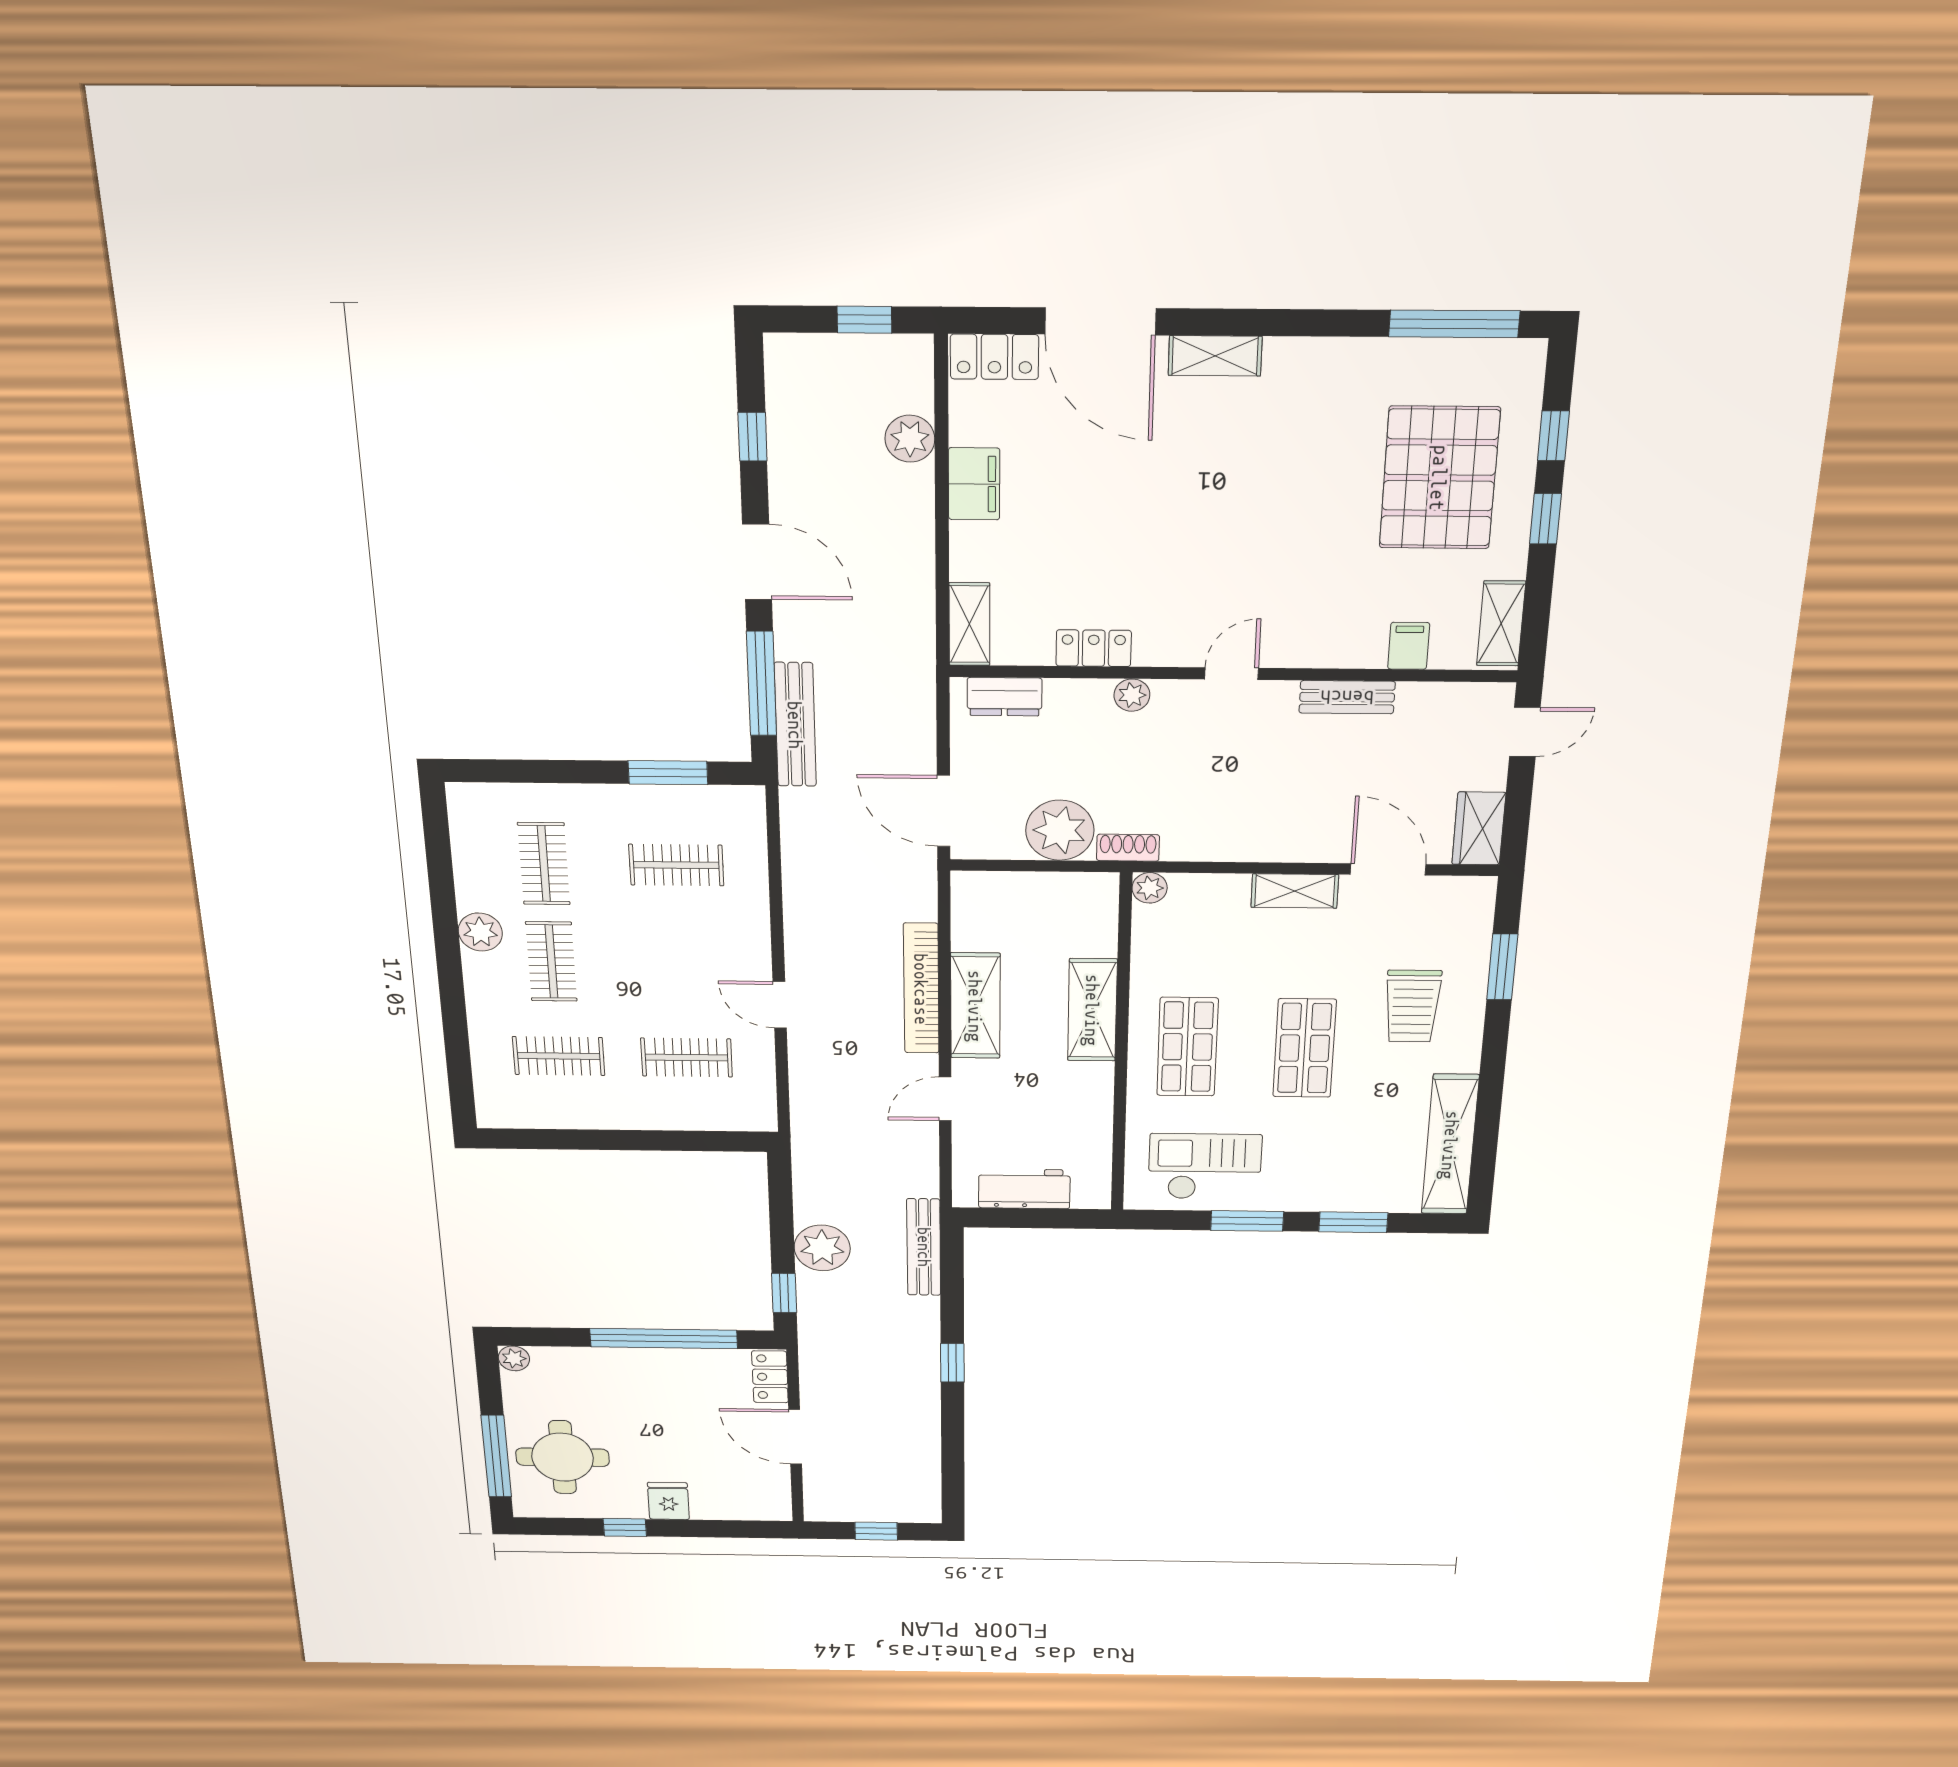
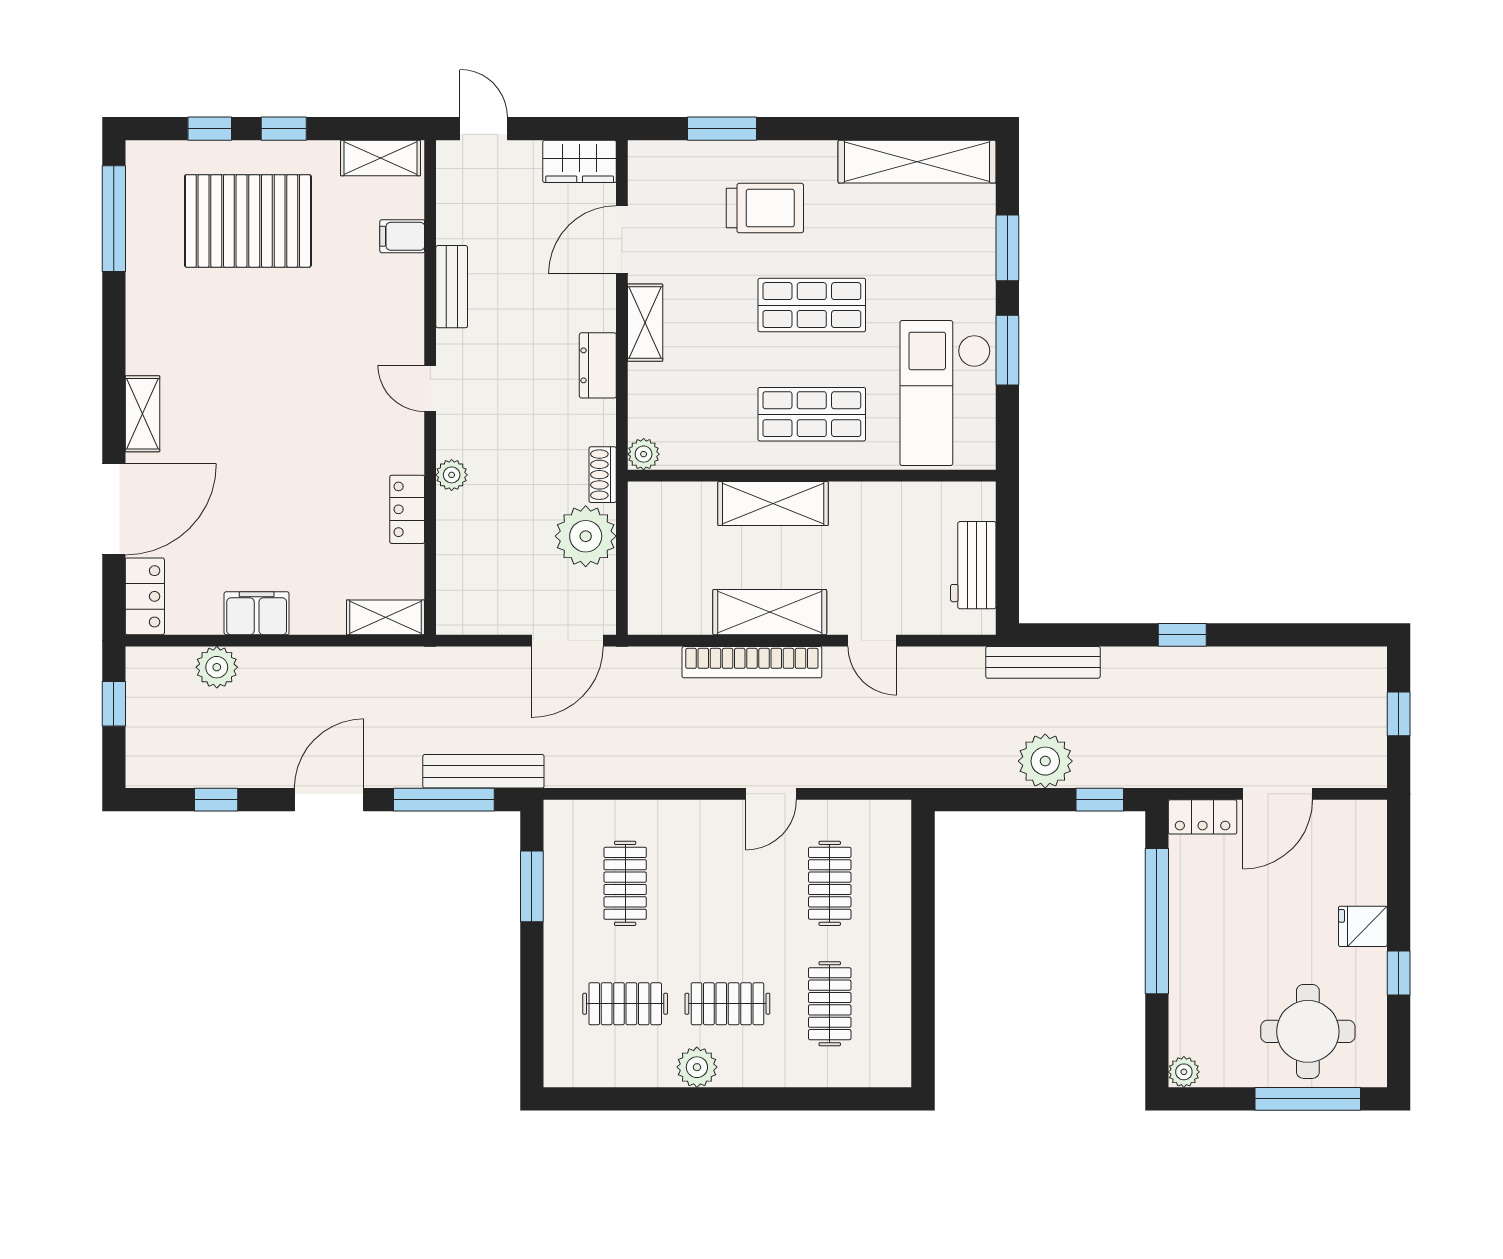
dresser: (1005, 697) -> (598, 365), moved, turned 180
checkout: (1205, 1167) -> (945, 393), width x1.36, depth x1.21

